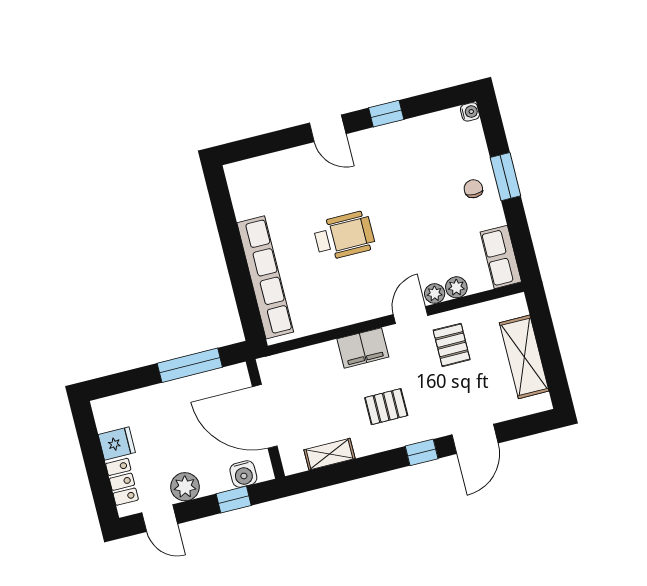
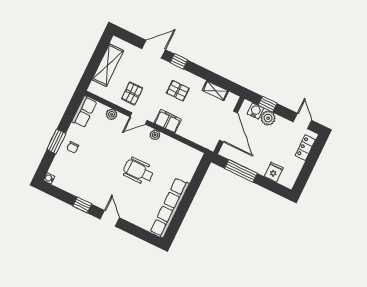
row of seats: (265, 277) -> (170, 208), moved
plant: (435, 294) -> (155, 135), moved
fridge: (117, 444) -> (274, 172), moved, turned 90
plant: (185, 487) -> (268, 118), moved

